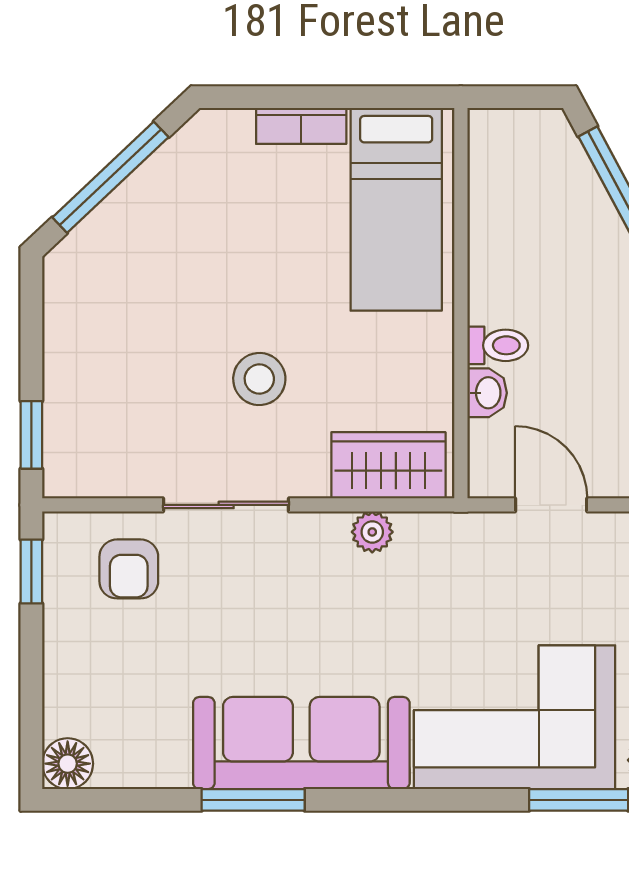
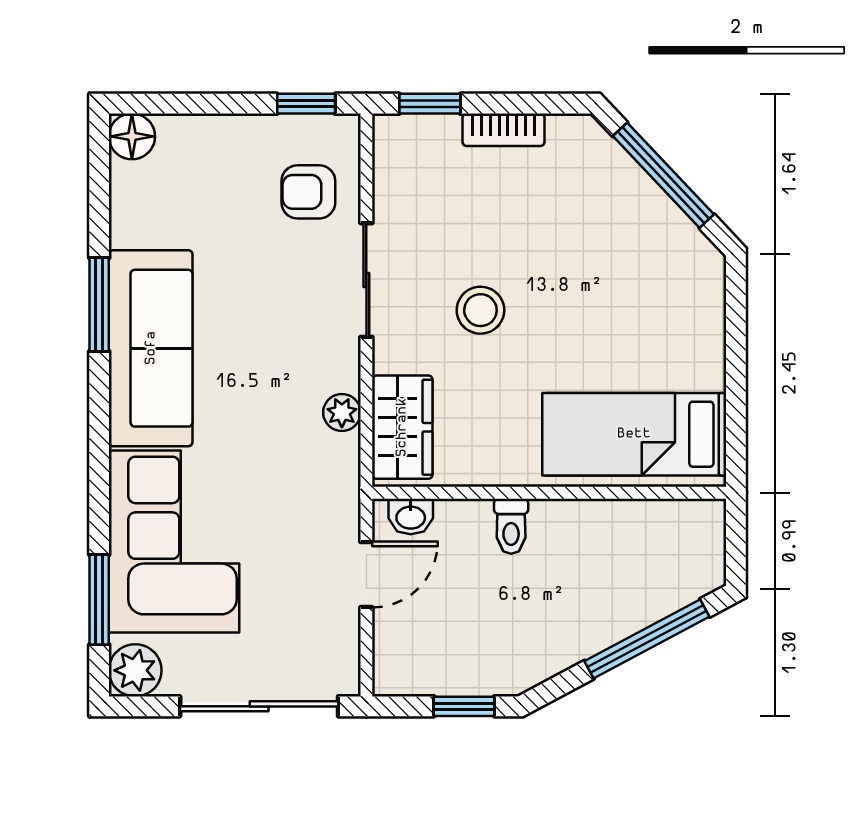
bookcase: (301, 126) -> (504, 130), moved, turned -90
washbasin: (487, 393) -> (411, 517), moved

